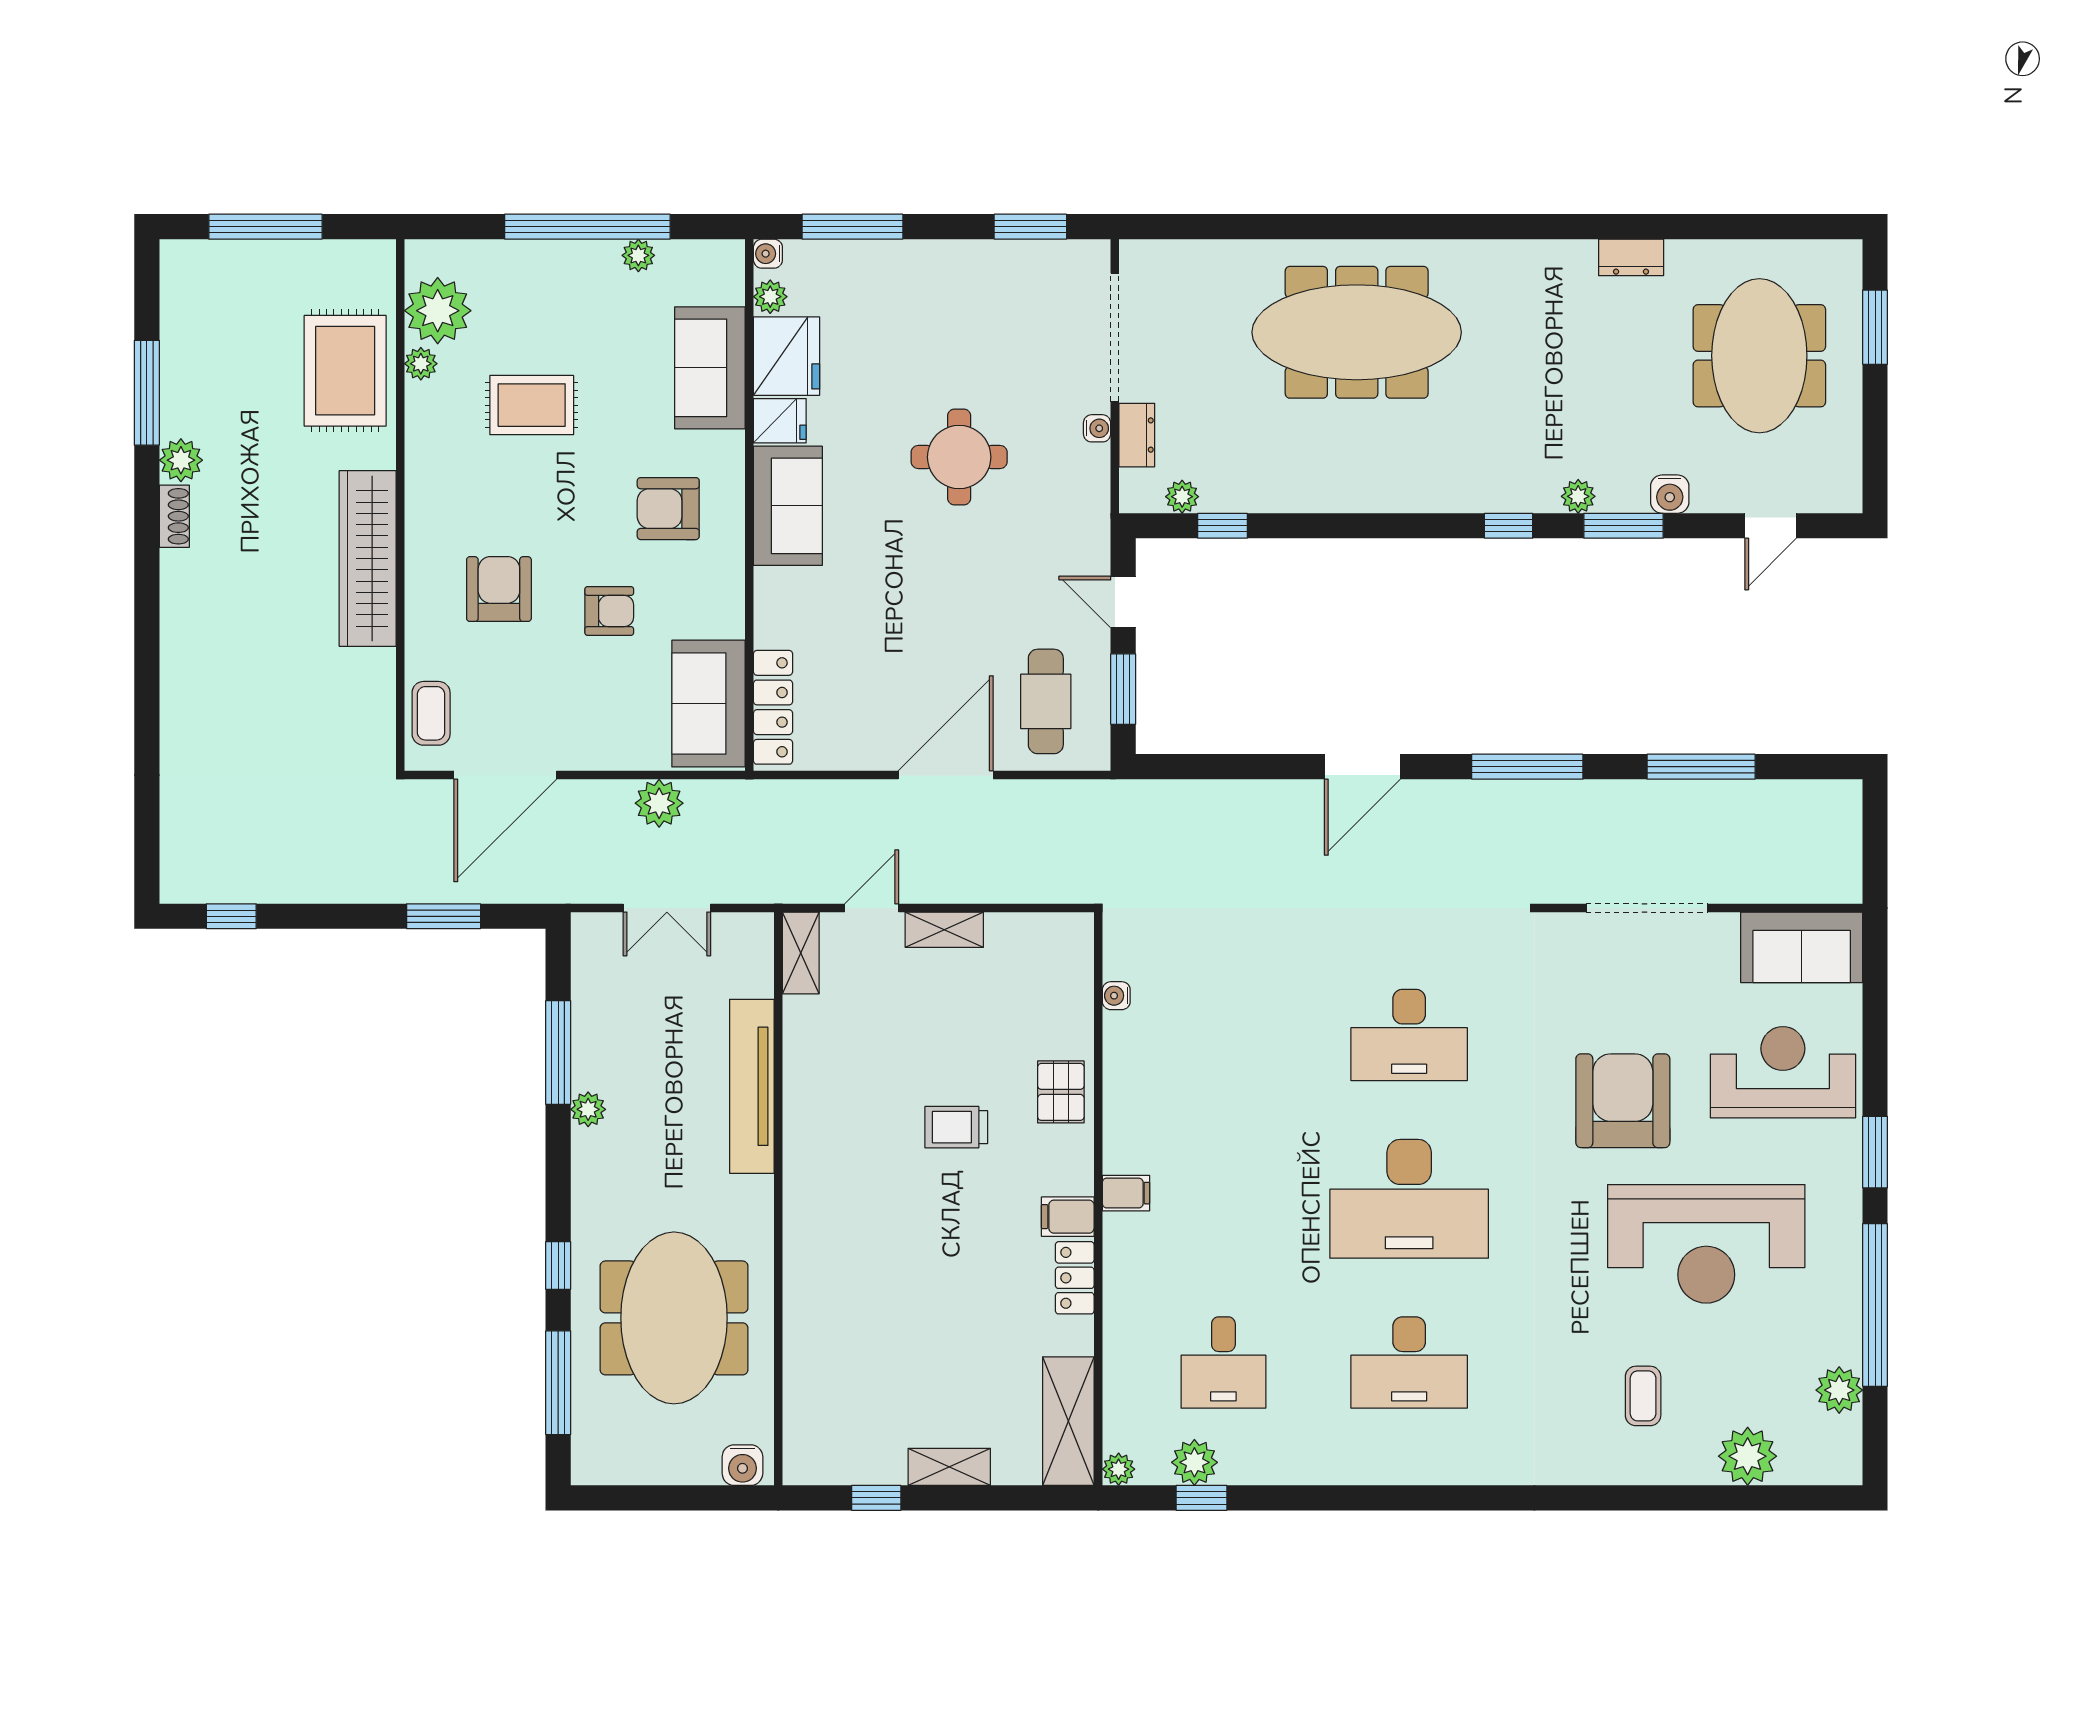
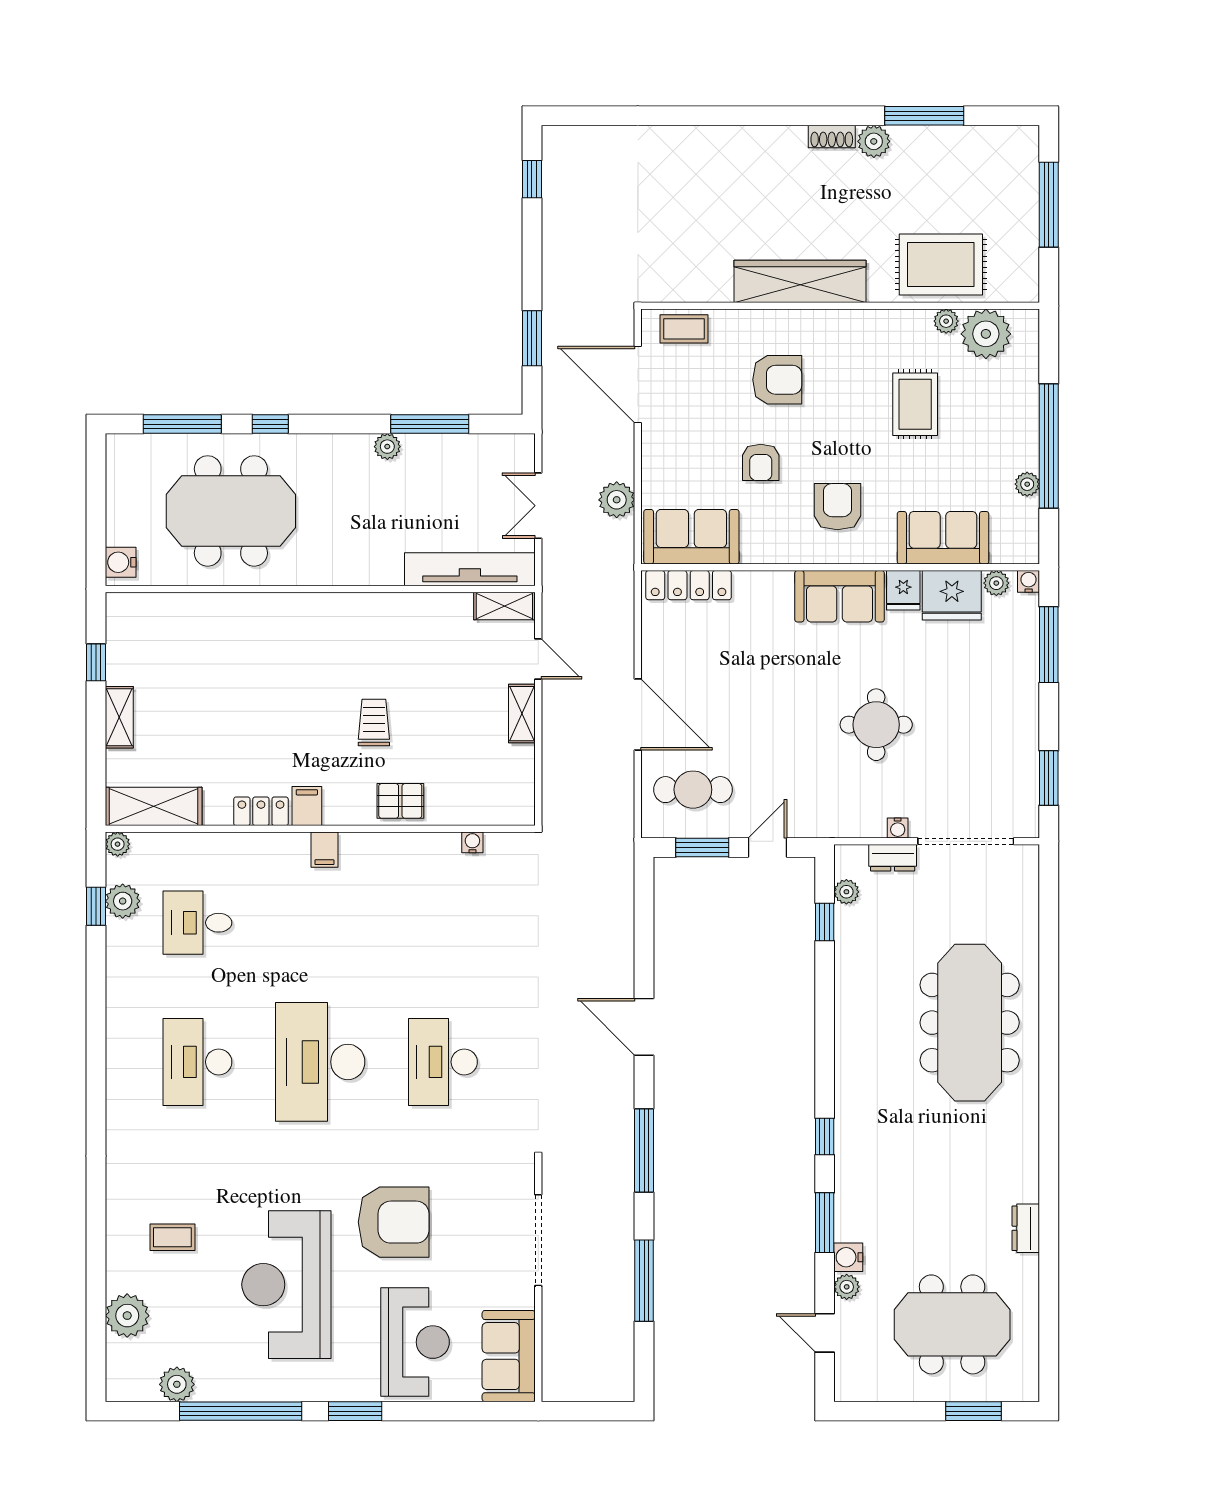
plant: (1578, 496) -> (847, 1287), moved
tv unit: (752, 1086) -> (470, 569), moved

